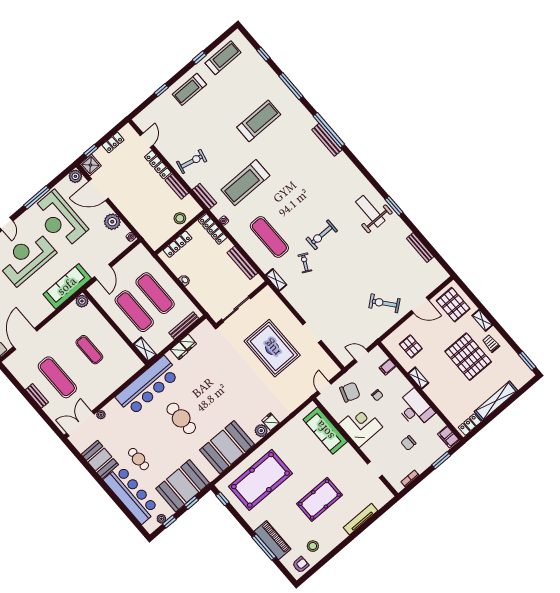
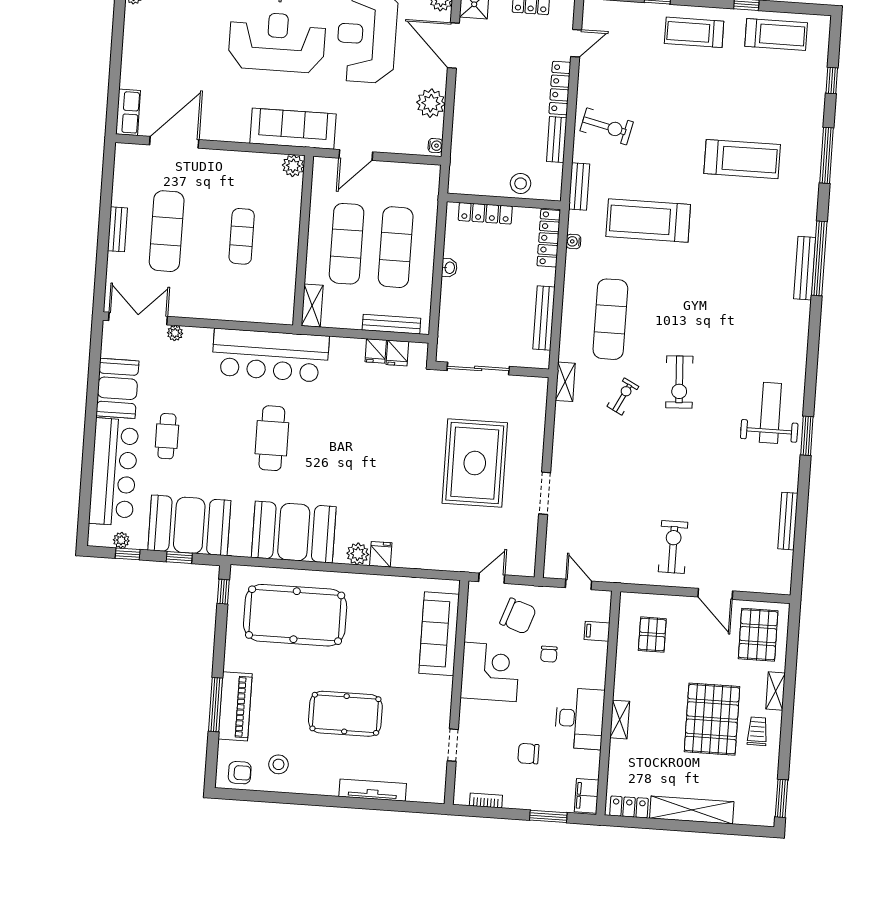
exercise bike: (322, 235) -> (679, 382), turned -93
exercise bike: (384, 303) -> (673, 547), turned 39
fridge: (179, 351) -> (397, 353), moved
shelving: (418, 378) -> (620, 720), moved

